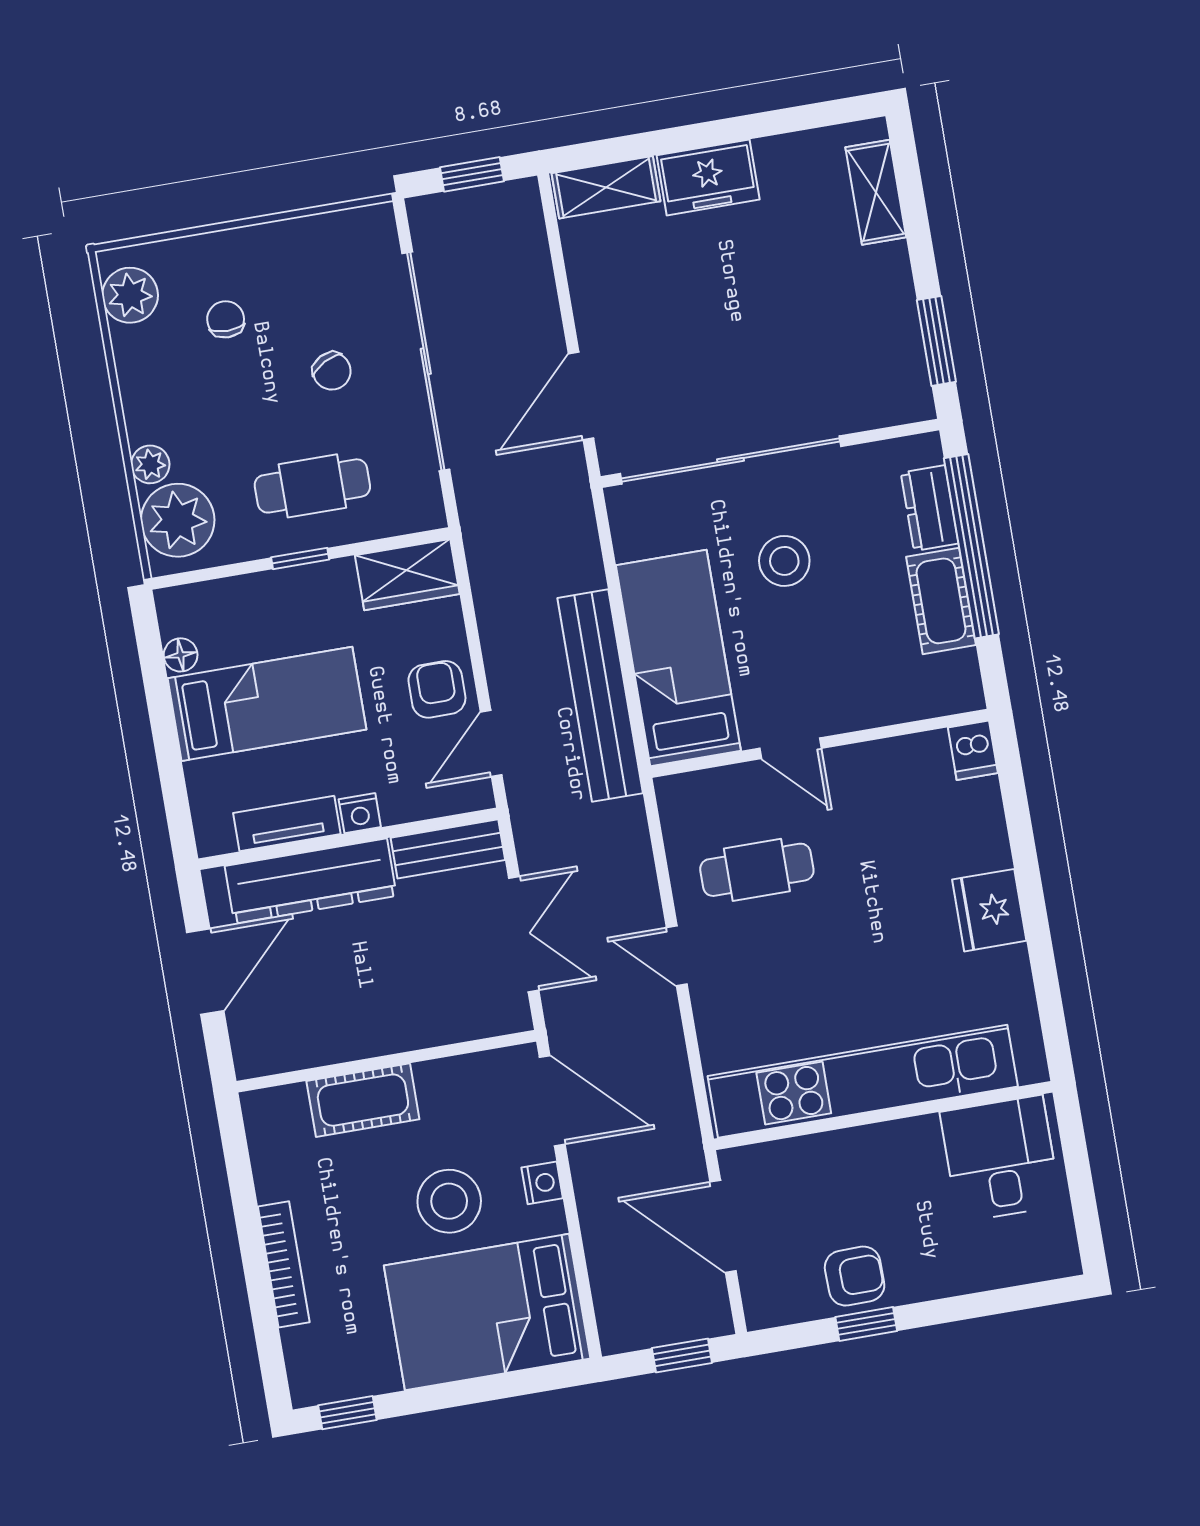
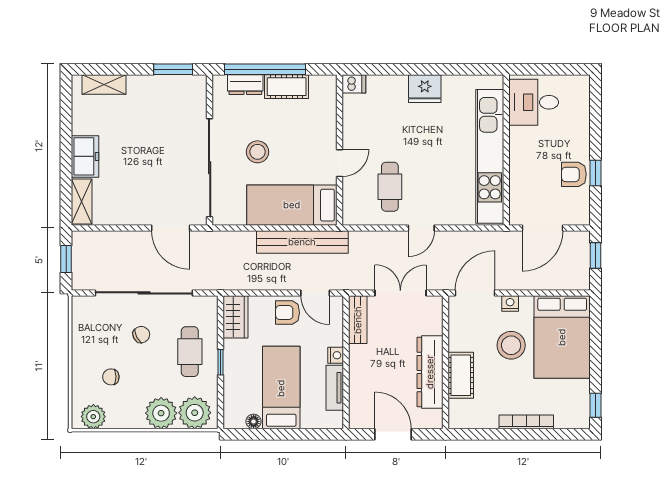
plant: (150, 464) -> (161, 413), width x1.88, depth x1.88
dresser: (311, 881) -> (430, 372), moved, turned 180
armchair: (855, 1276) -> (574, 174), turned -89

